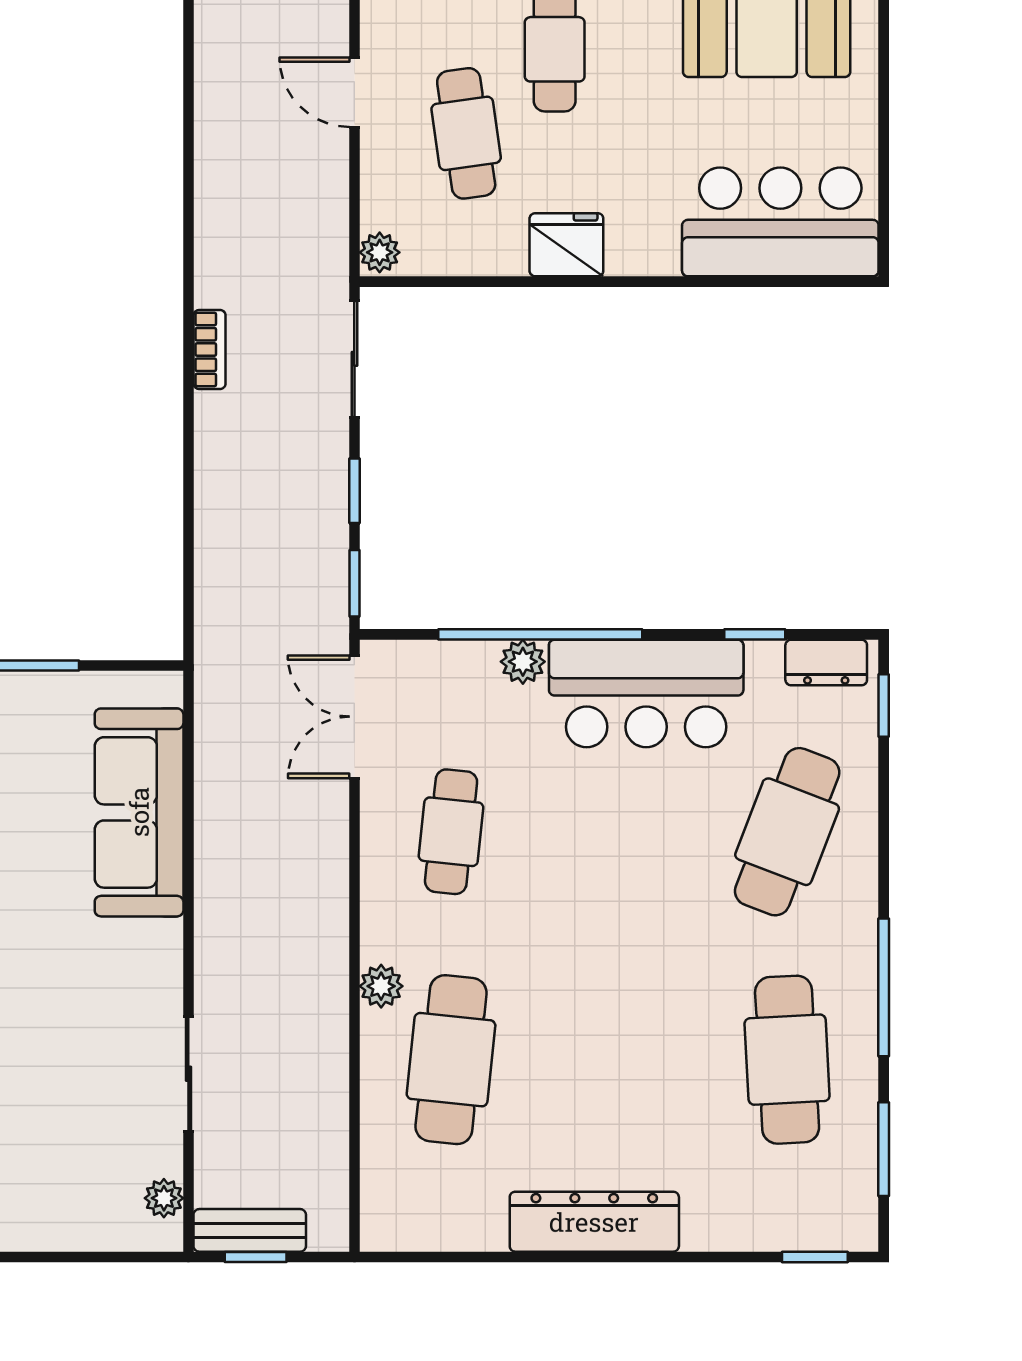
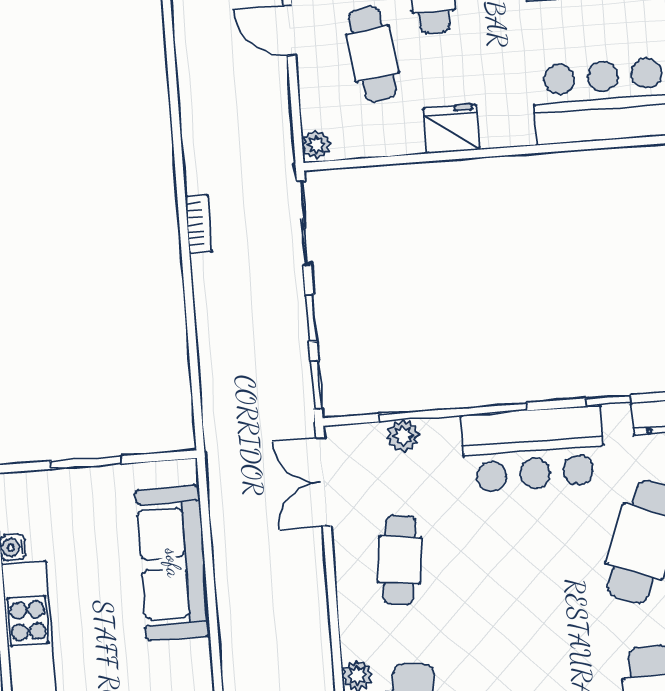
plant: (523, 662) -> (403, 436), moved

